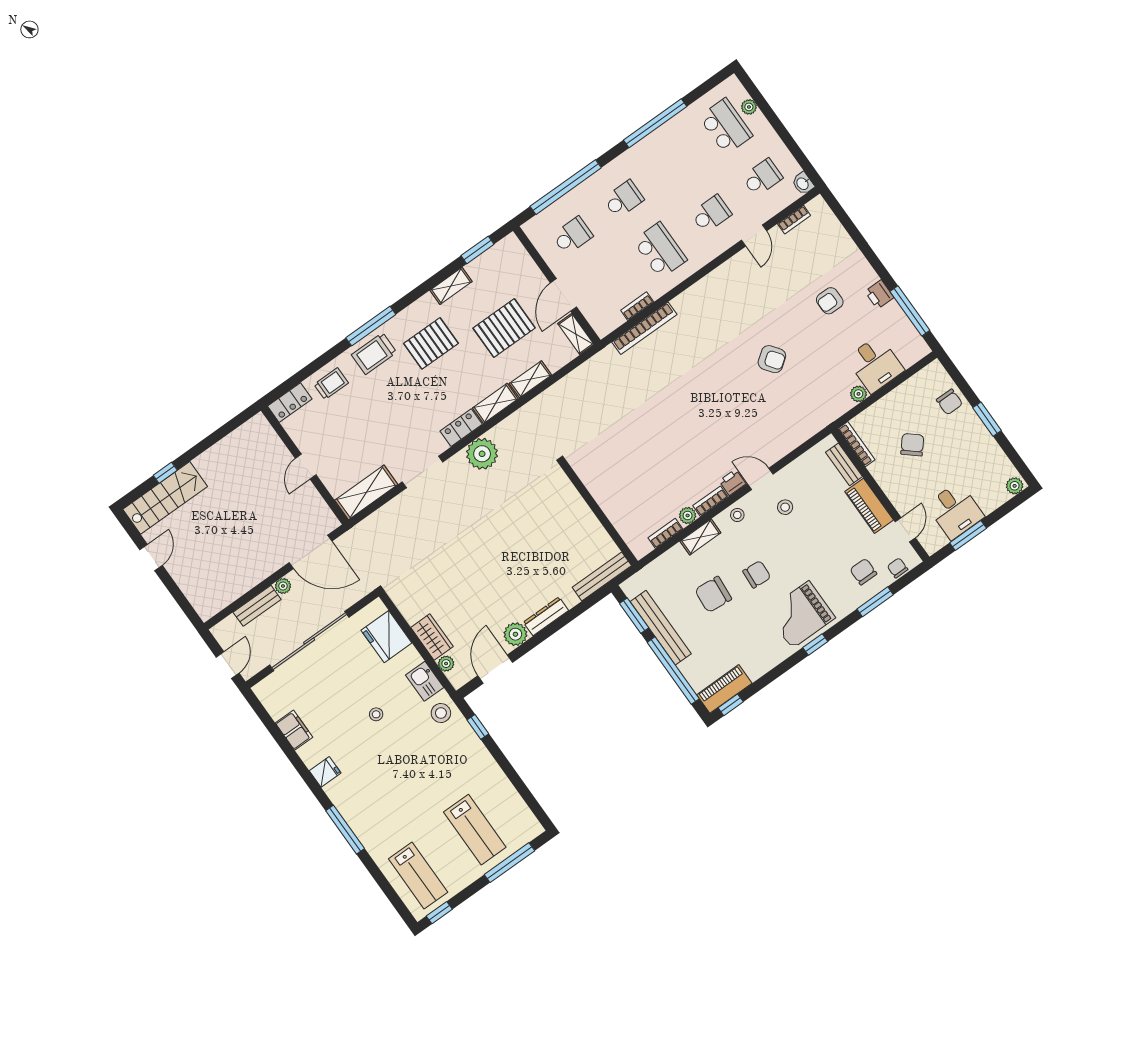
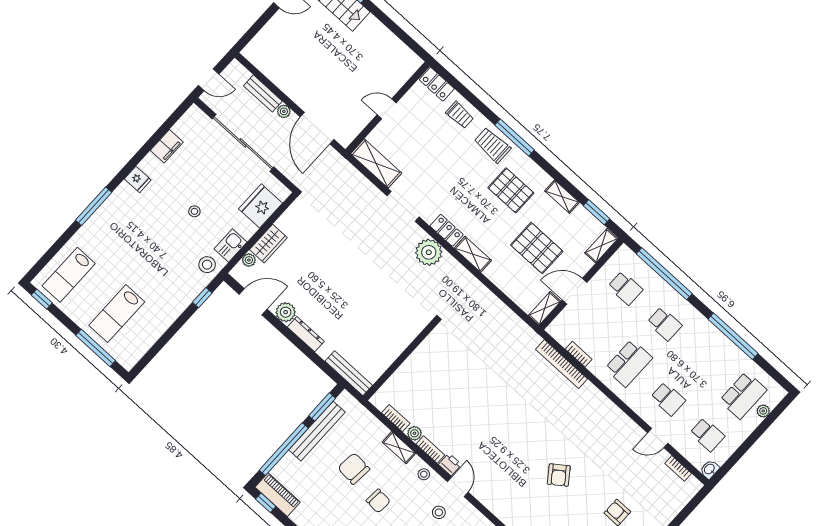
shelving: (530, 379) -> (601, 246), moved, turned 90

